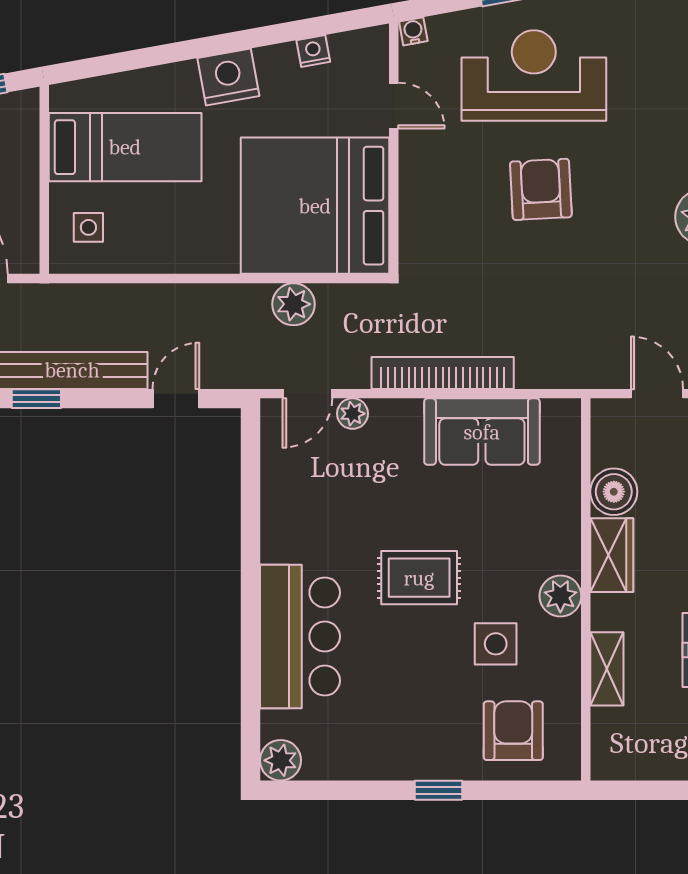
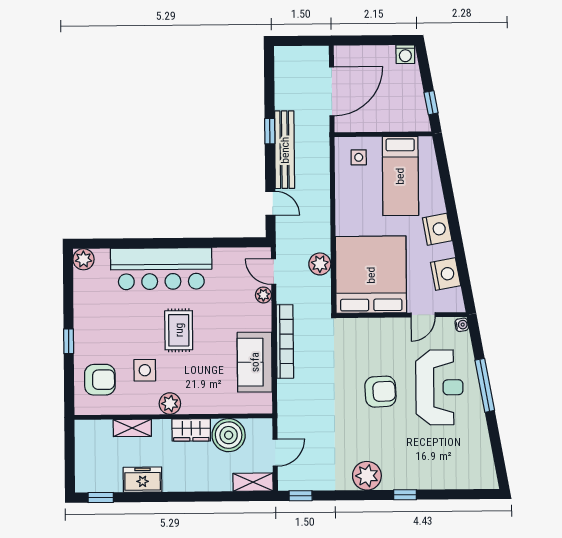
nightstand: (313, 51) -> (446, 274), width x1.89, depth x1.79
boiler: (614, 492) -> (229, 435), width x1.37, depth x1.37
bar counter: (300, 636) -> (161, 269), width x1.36

